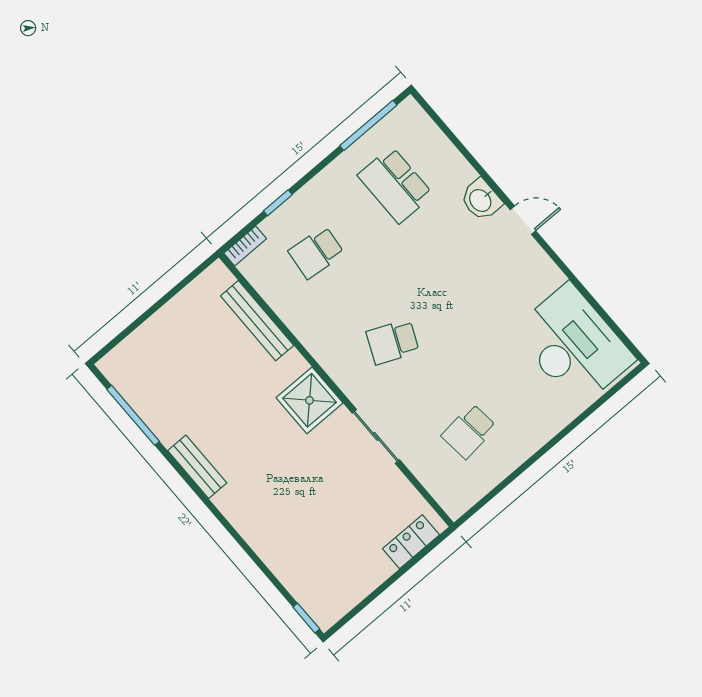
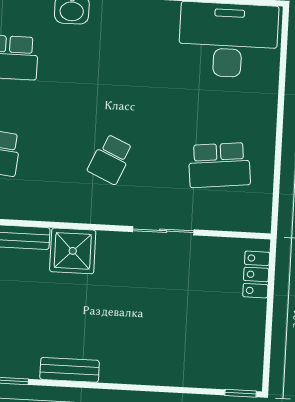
shower: (310, 400) -> (73, 251), moved
school desk: (469, 431) -> (219, 165), width x1.85

